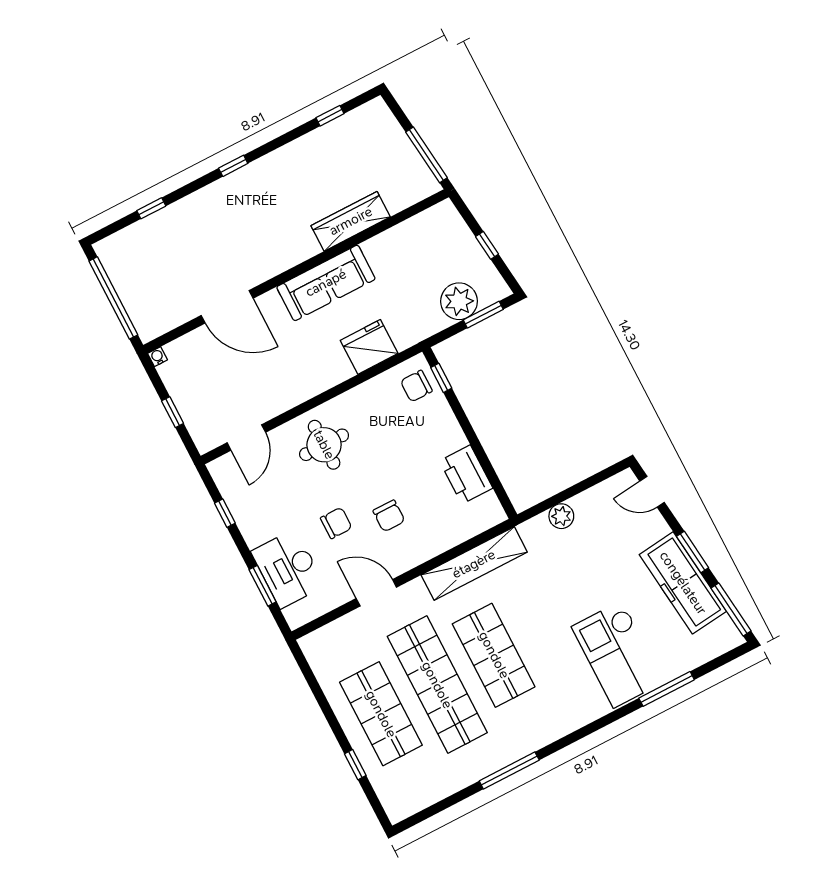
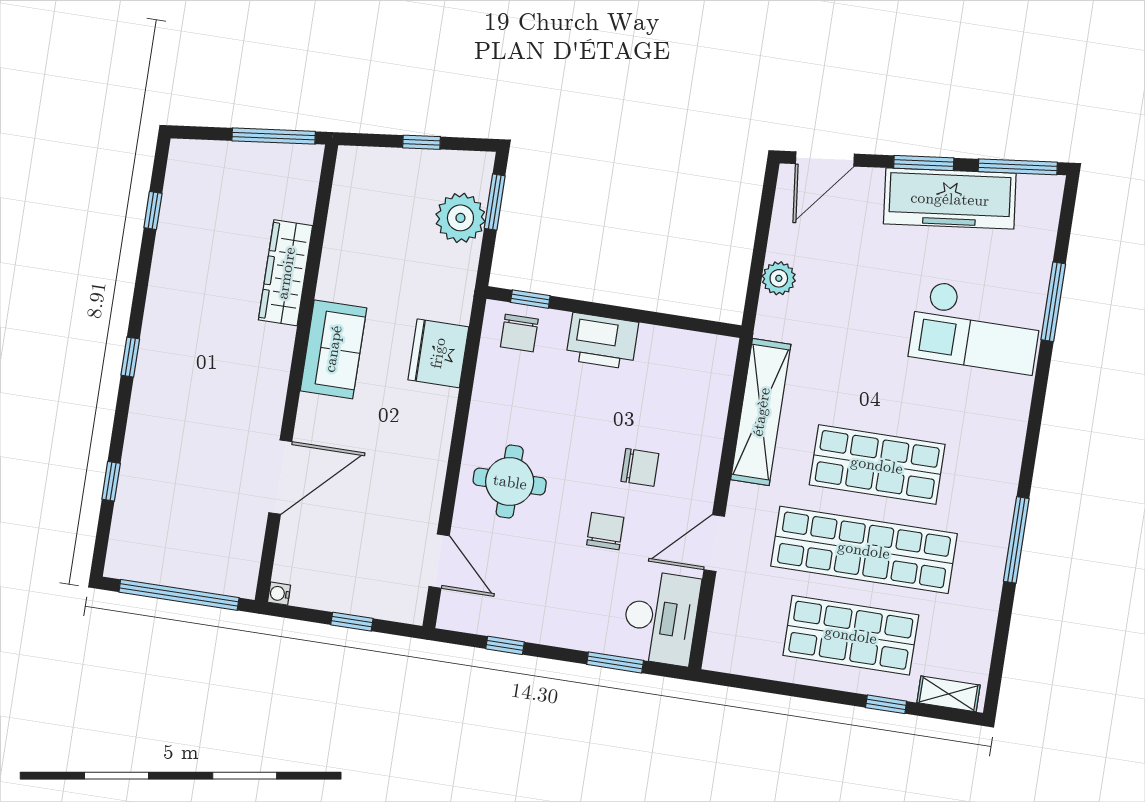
sofa: (326, 283) -> (333, 349), width x0.73
printer: (466, 475) -> (602, 341), moved
door: (652, 492) -> (825, 159), width x1.38
desk: (288, 569) -> (661, 618), moved, turned -90
shelving: (389, 797) -> (949, 694), added

